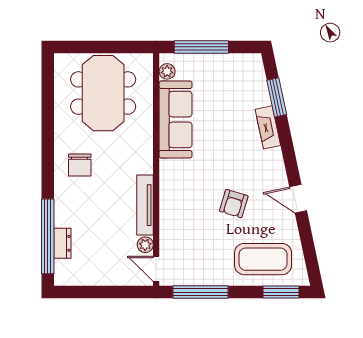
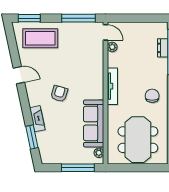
armchair: (234, 204) -> (59, 94), moved
tv unit: (145, 205) -> (112, 86), moved

